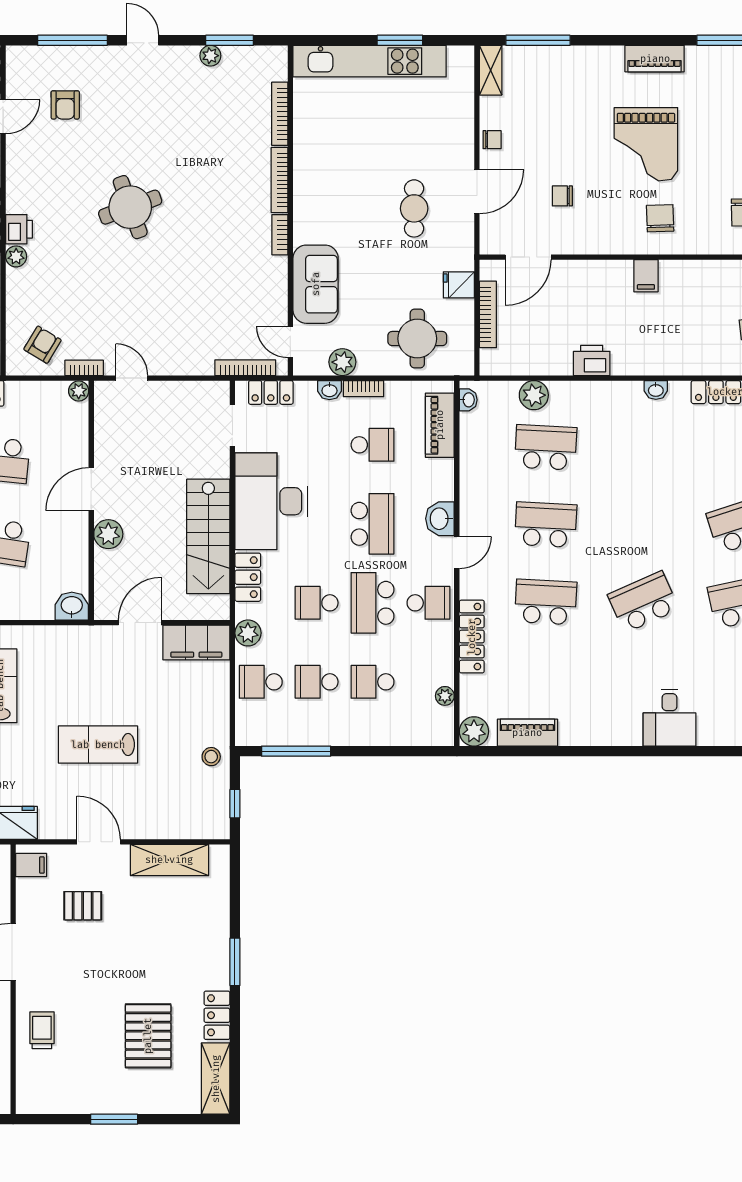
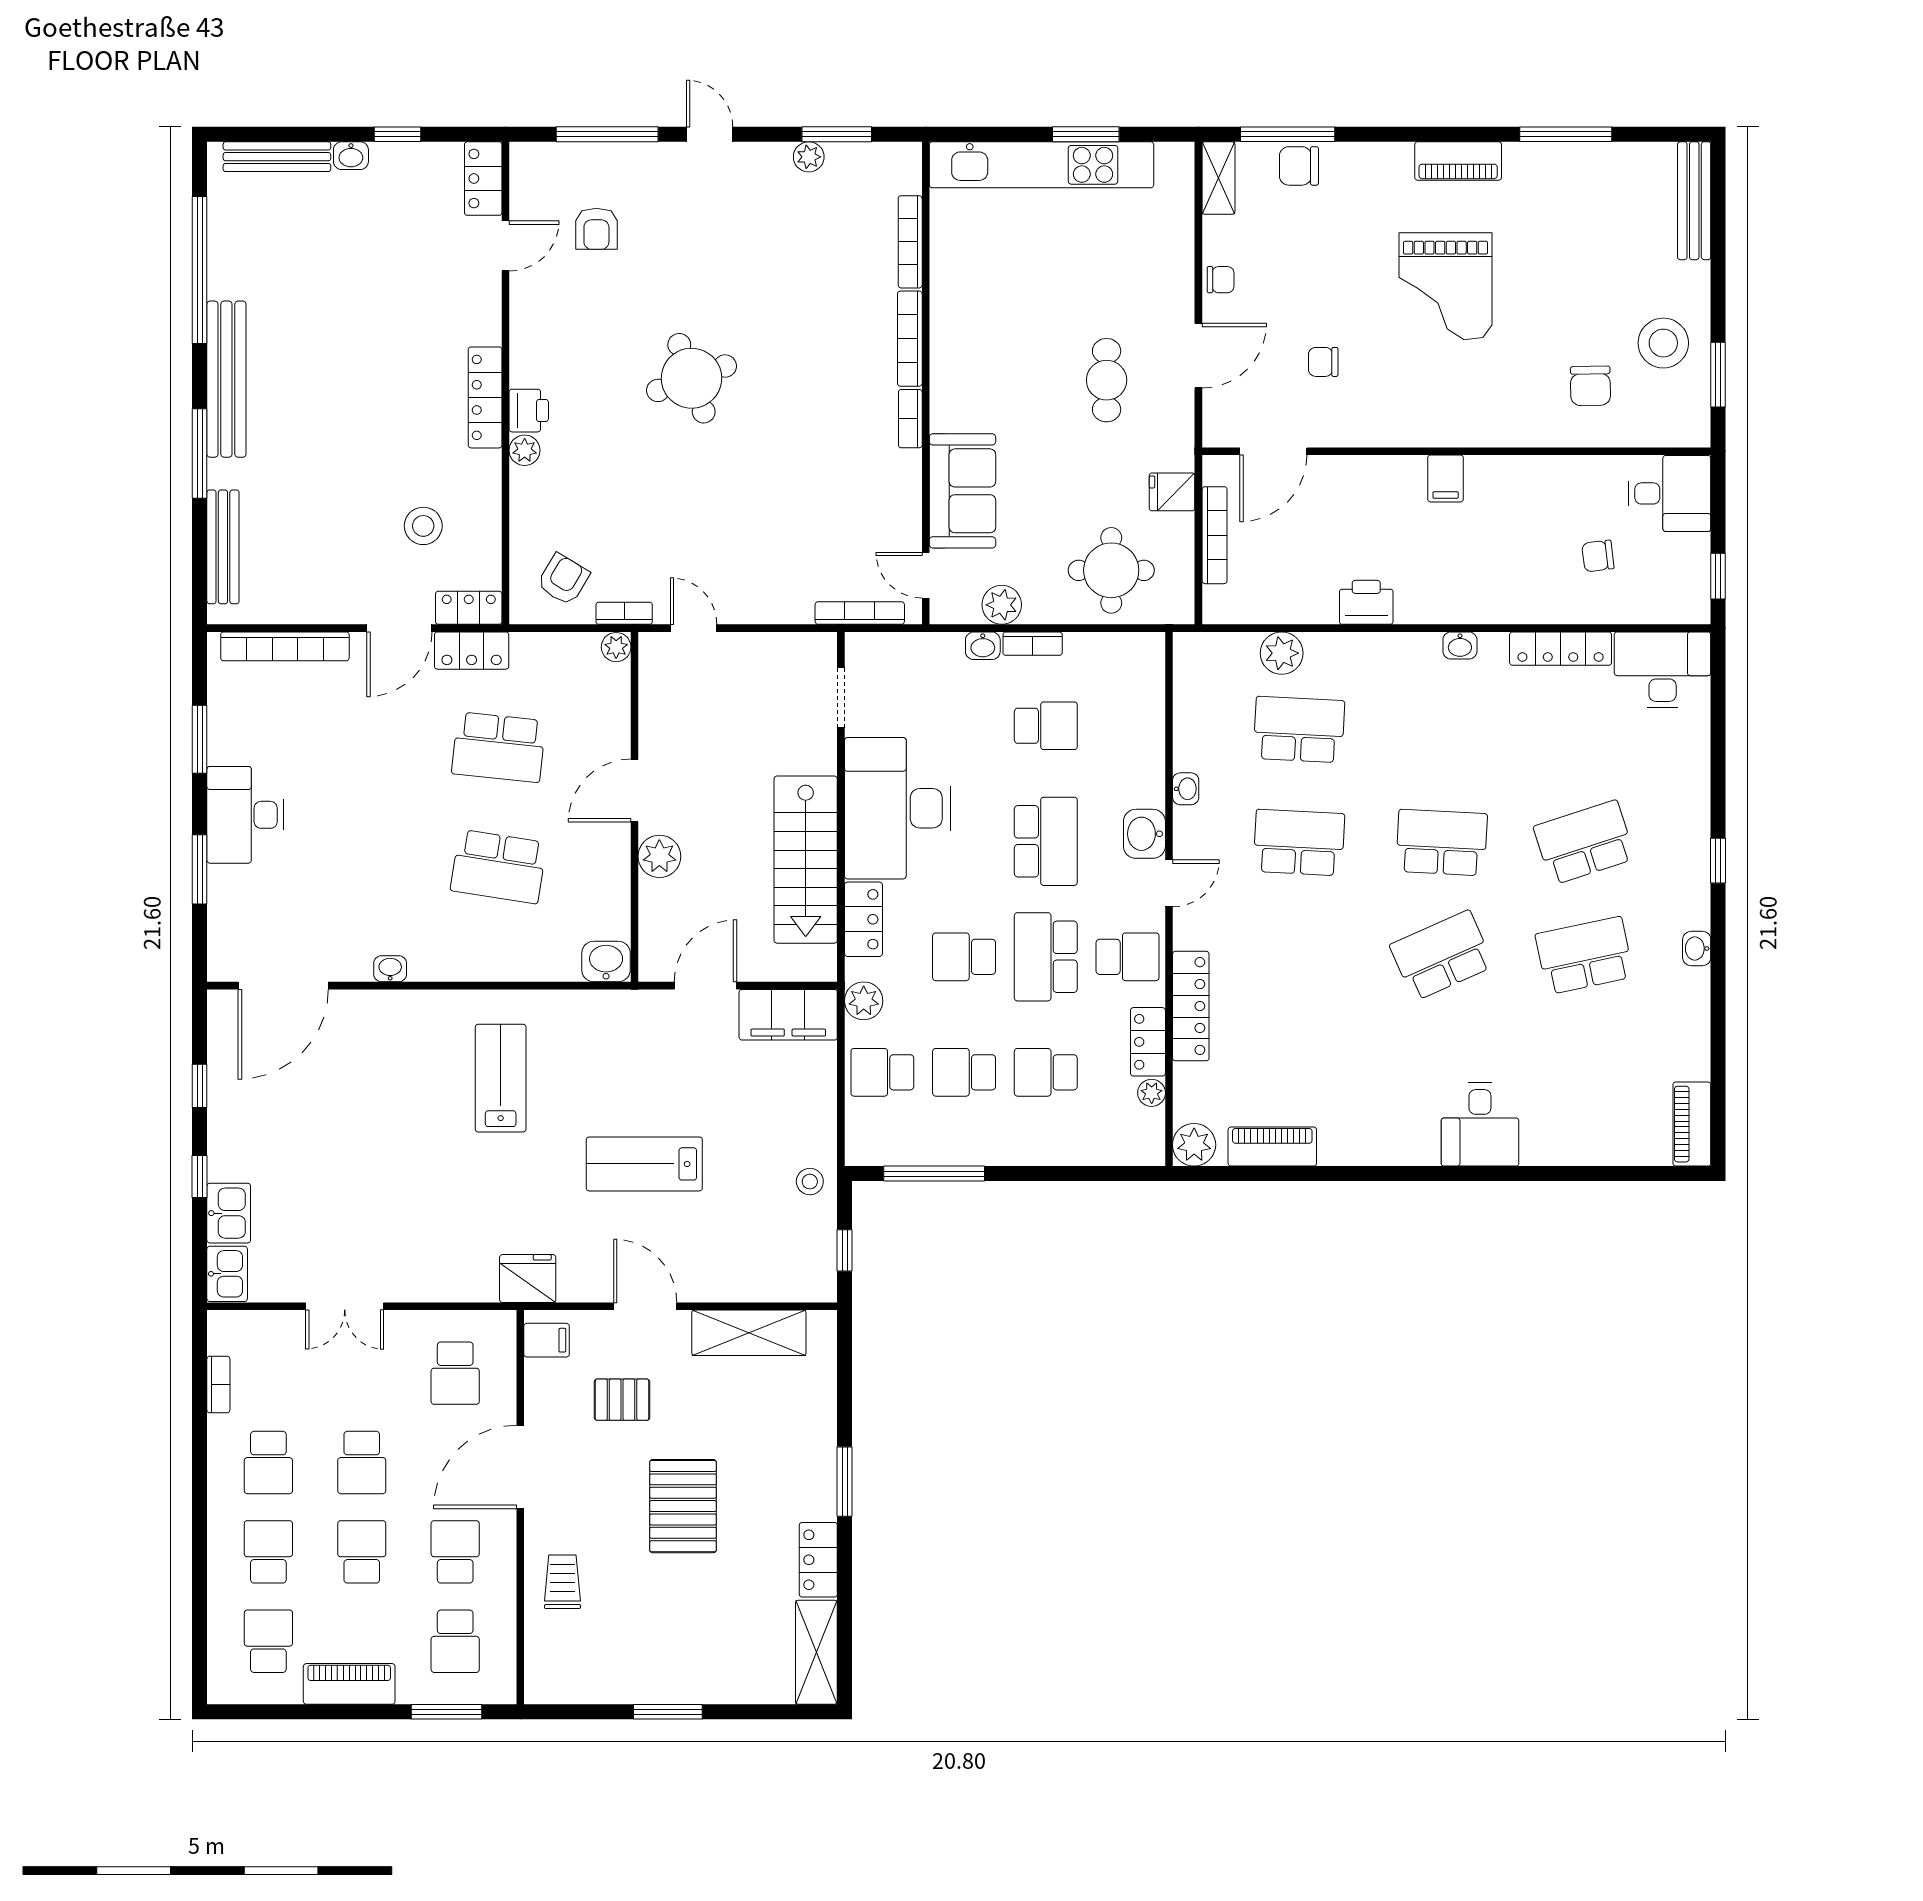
chair: (660, 218) -> (1299, 166), moved, turned -88
locker: (271, 392) -> (1148, 1042), moved, turned 90
washbasin: (468, 400) -> (1186, 789), moved
piano: (440, 425) -> (1144, 697), removed
school desk: (546, 602) -> (1442, 843), moved
pallet: (148, 1036) -> (683, 1506), moved

